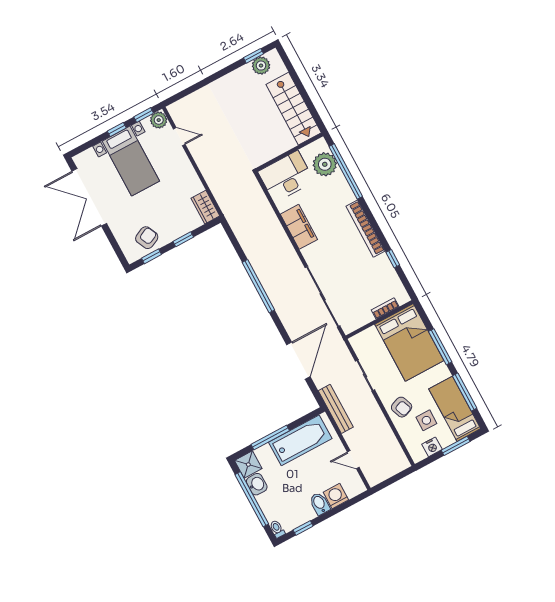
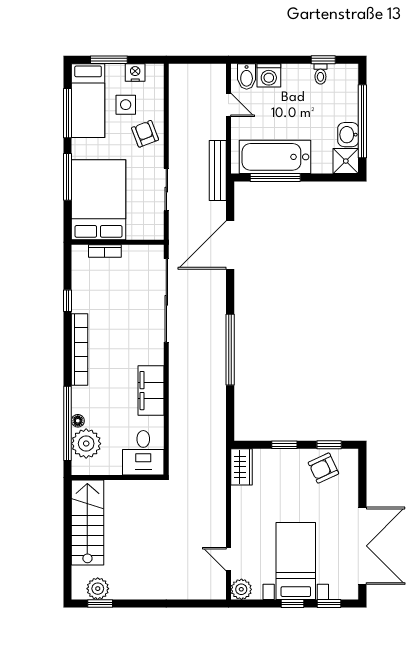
window: (144, 115) -> (329, 604), moved
desk: (286, 177) -> (143, 453), width x0.73
floor lamp: (339, 177) -> (78, 421), added
window: (270, 438) -> (275, 178), moved
bidet: (320, 504) -> (247, 76), moved
toilet: (277, 529) -> (320, 74), moved

